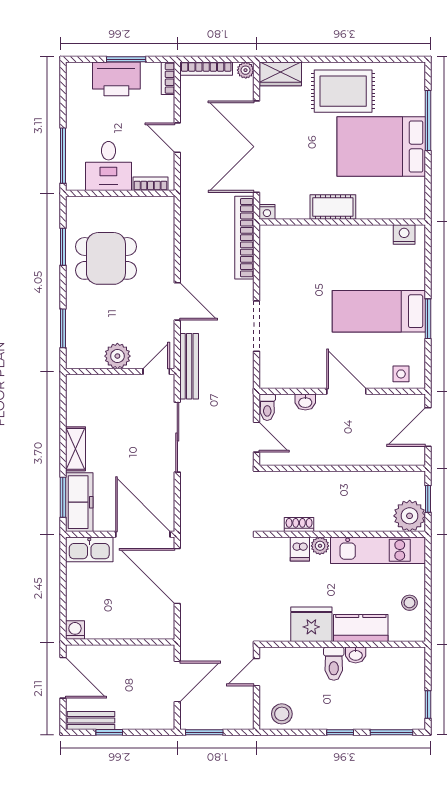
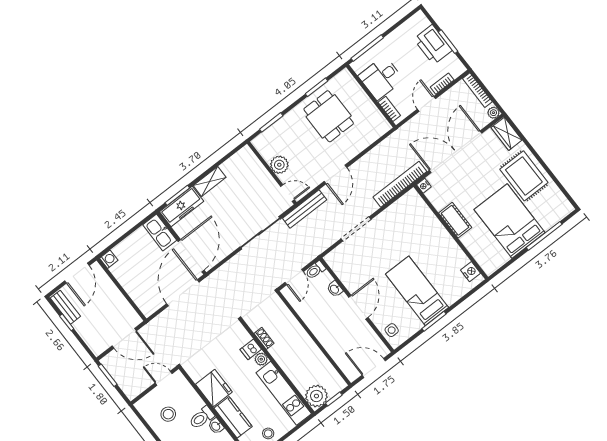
bookcase: (168, 78) -> (442, 84), moved
stool: (282, 714) -> (168, 414), moved

